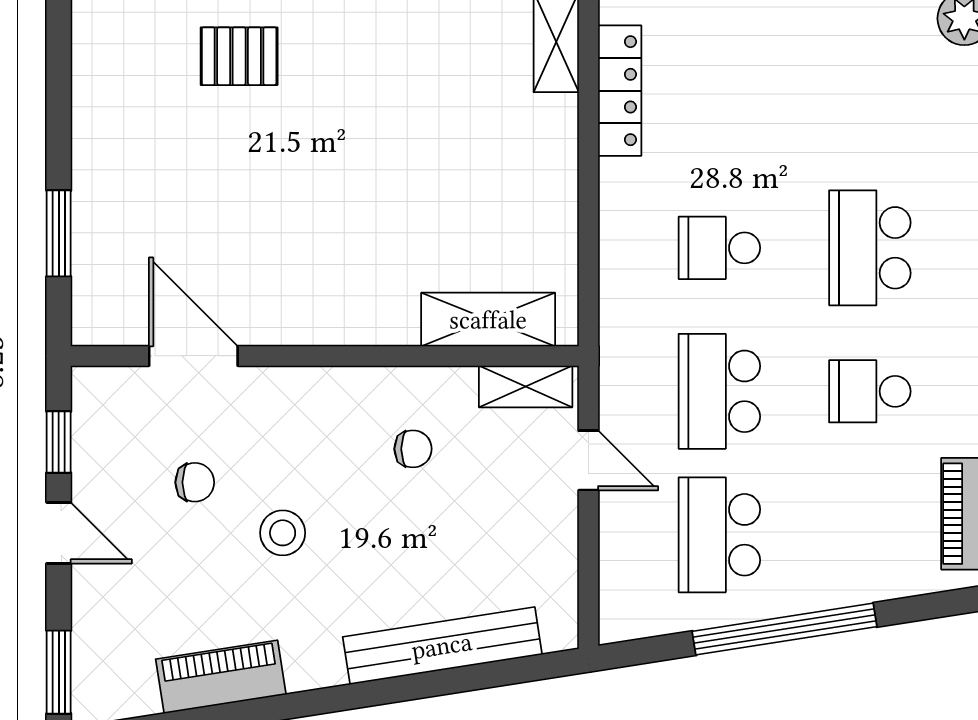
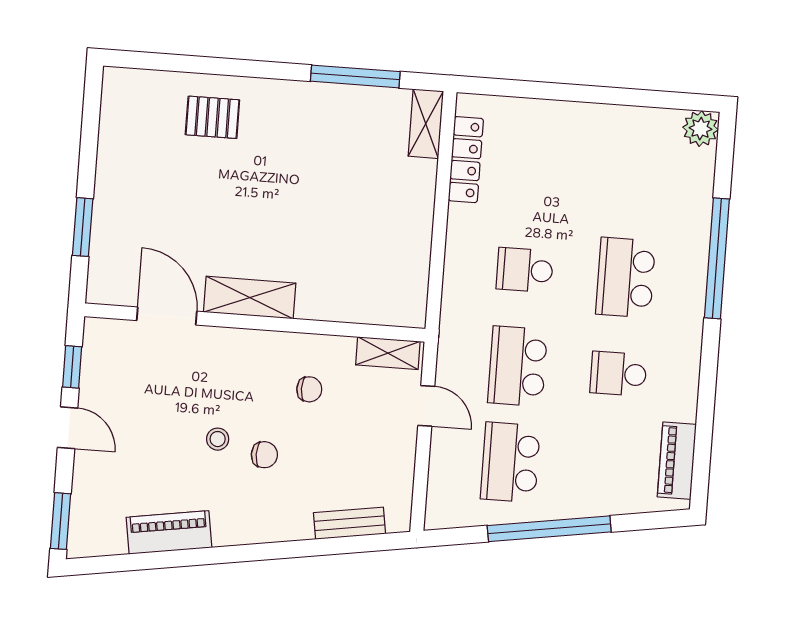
shelving: (488, 320) -> (250, 298), moved
chair: (195, 482) -> (264, 455), moved
stool: (283, 533) -> (218, 439), width x0.73, depth x0.73
bench: (442, 646) -> (349, 523), width x0.54, depth x0.82

